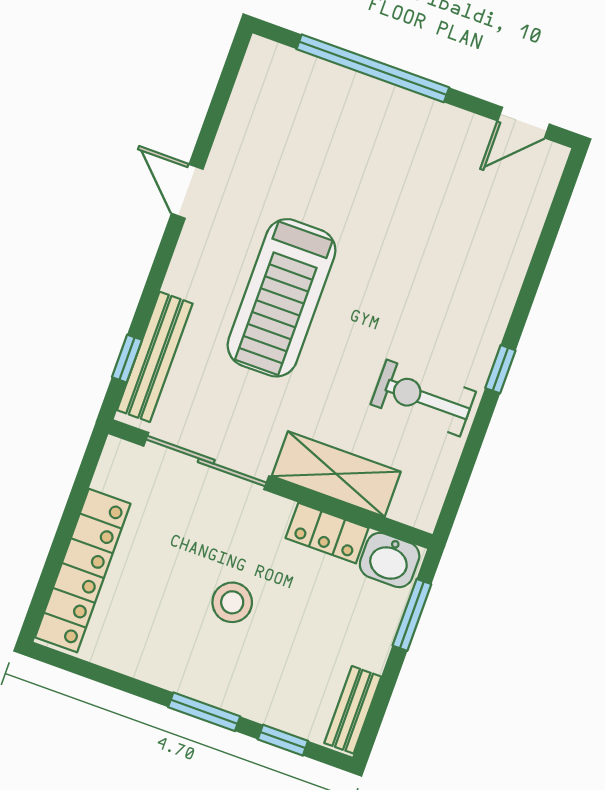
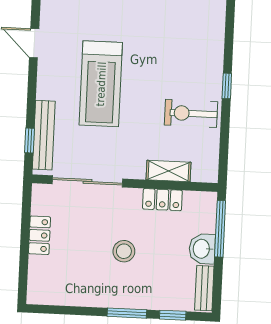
shelving: (336, 474) -> (168, 171), width x0.67, depth x0.75
washbasin: (390, 560) -> (202, 249), moved, turned 90
locker: (83, 571) -> (40, 235), width x0.46, depth x0.83
window: (412, 615) -> (220, 229), width x1.44

